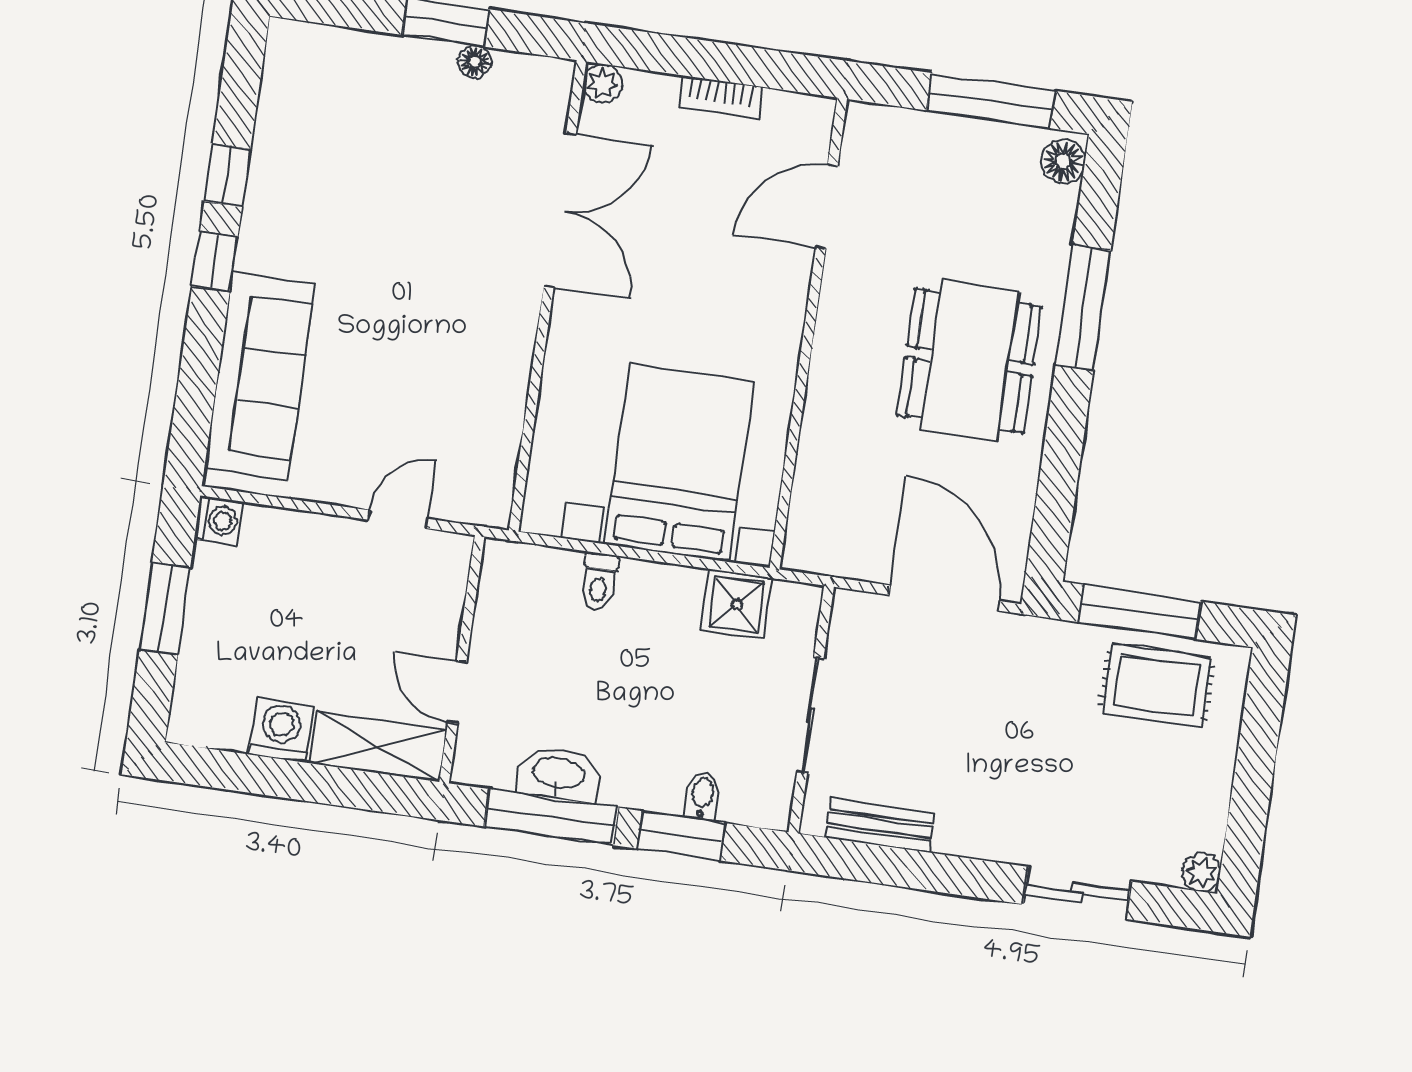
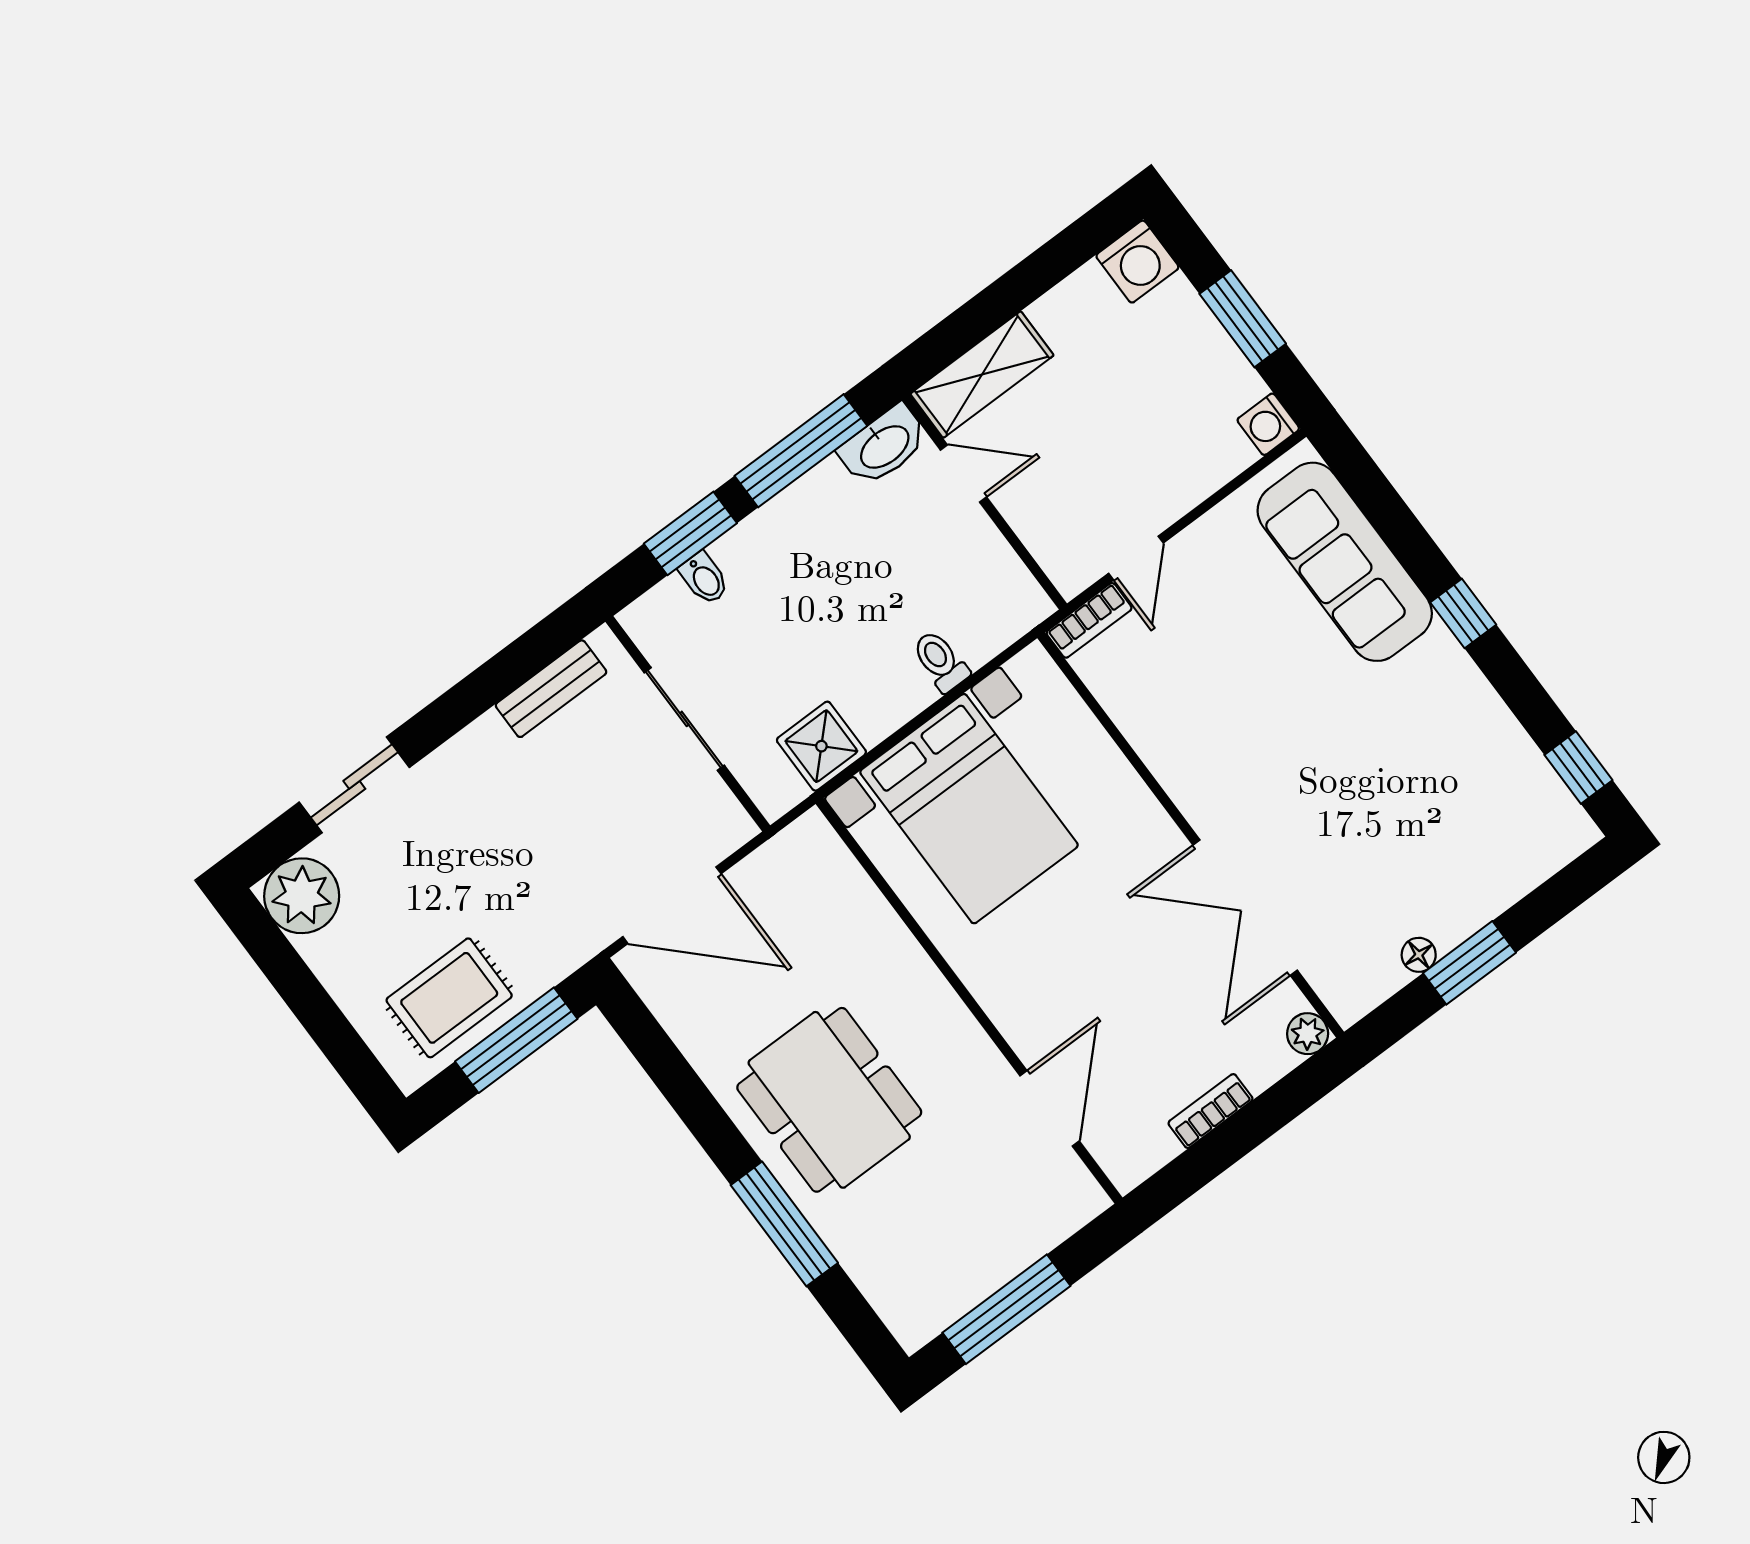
floor lamp: (1063, 161) -> (908, 1318), removed
window: (227, 175) -> (1578, 768), moved
bookcase: (471, 509) -> (1089, 620), added
washing machine: (281, 730) -> (1137, 262), moved
washbasin: (558, 774) -> (884, 446), moved
plant: (1201, 873) -> (302, 896), width x1.88, depth x1.88

